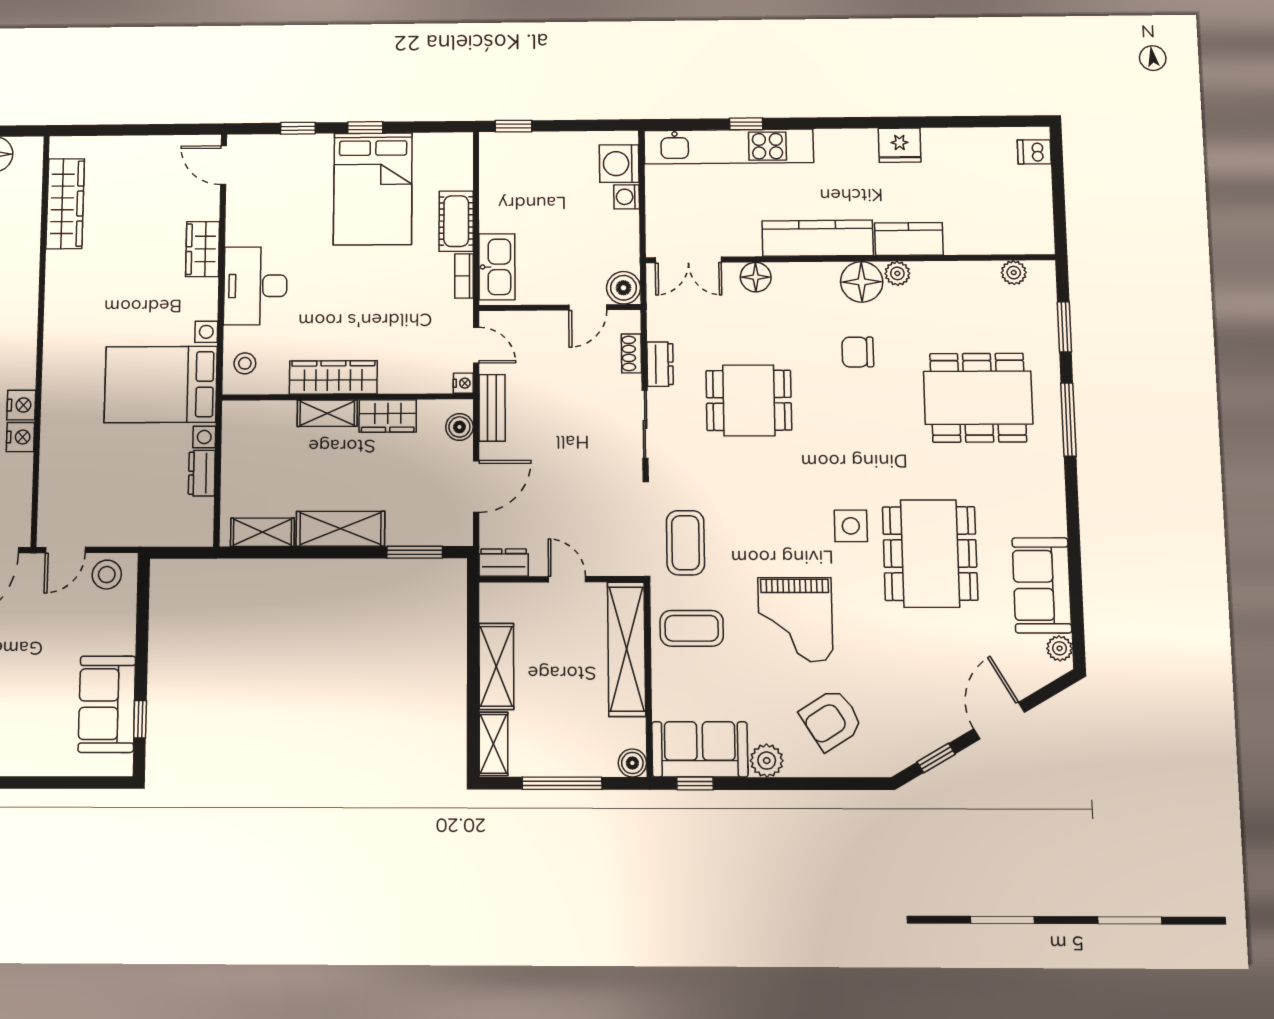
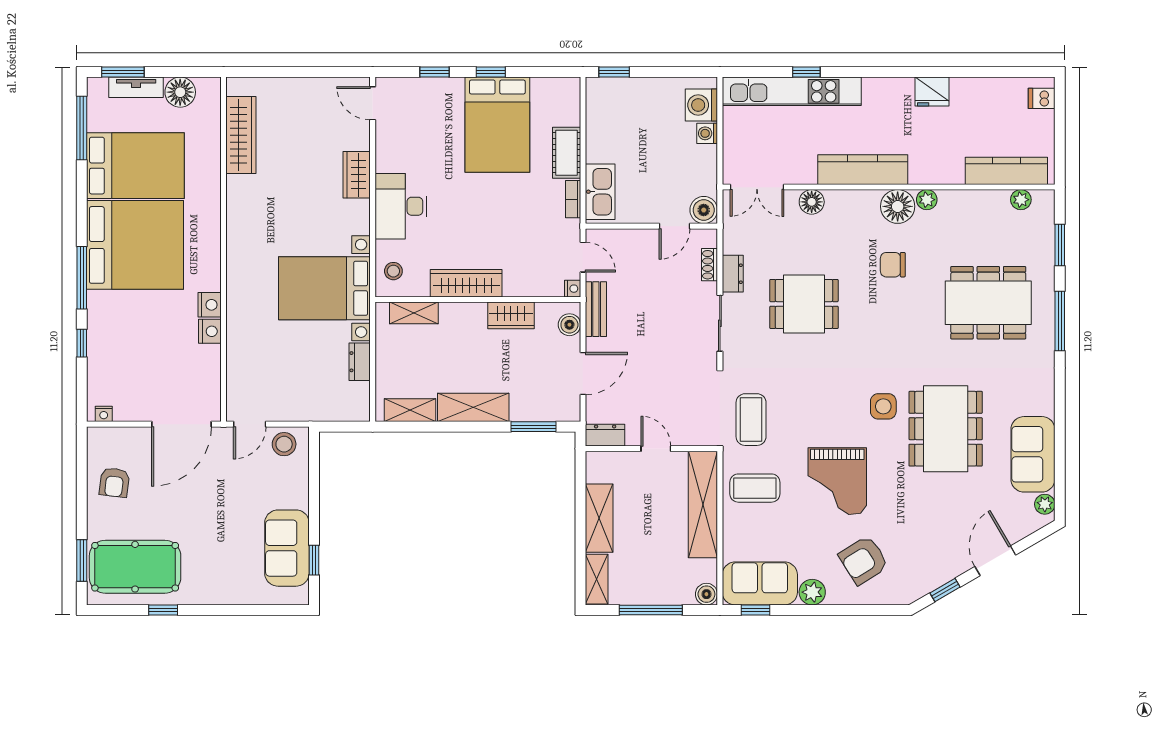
kitchen counter: (909, 239) -> (1006, 171), moved, width x1.50
shelving: (327, 413) -> (414, 313), moved

